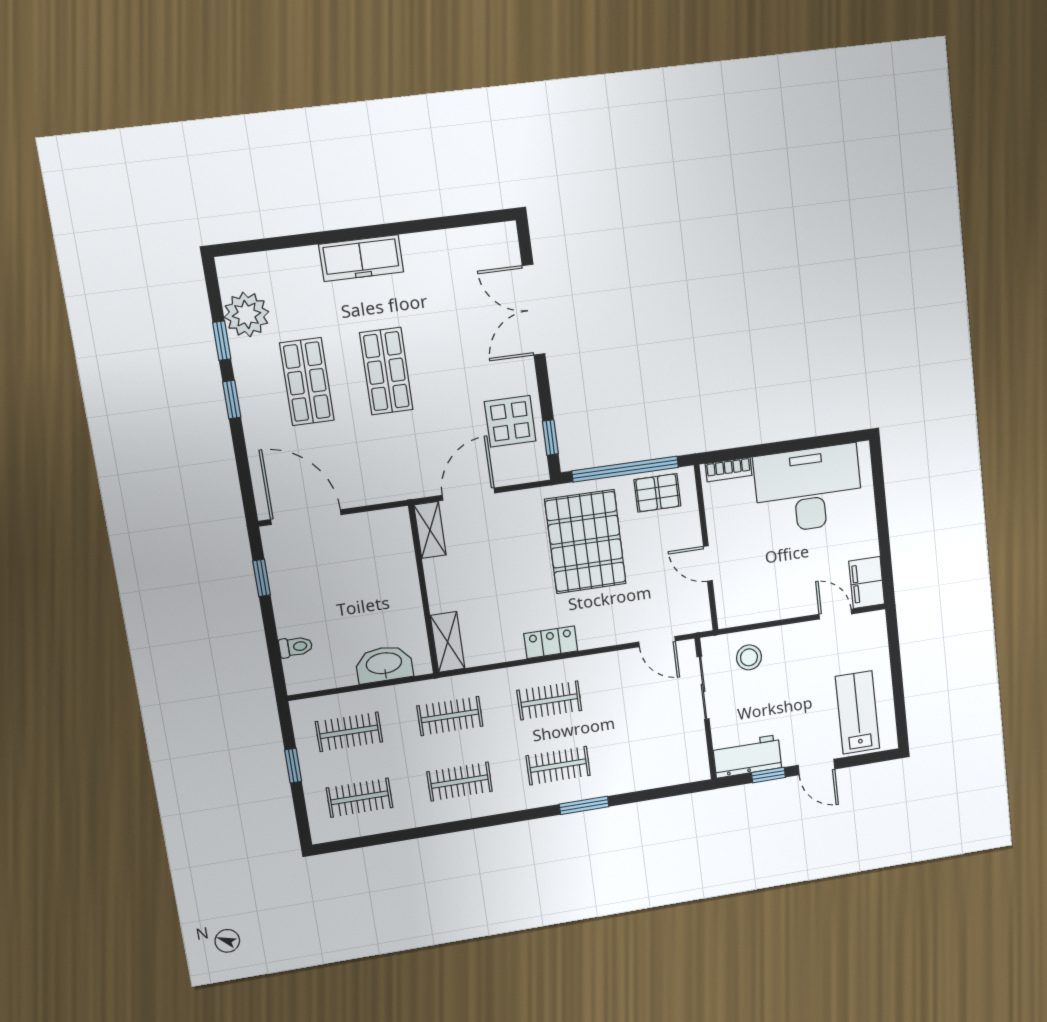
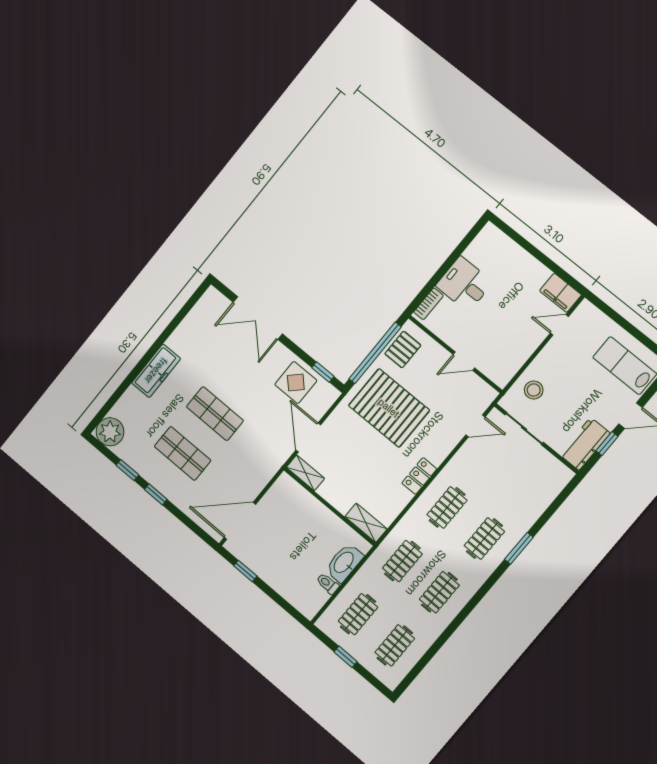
plant: (246, 315) -> (110, 432), moved
desk: (808, 489) -> (464, 284), width x0.53, depth x0.77
toilet: (296, 647) -> (328, 584), moved, turned -90

